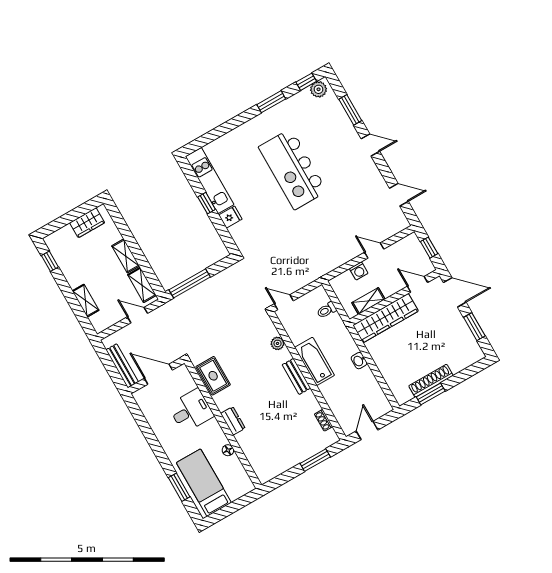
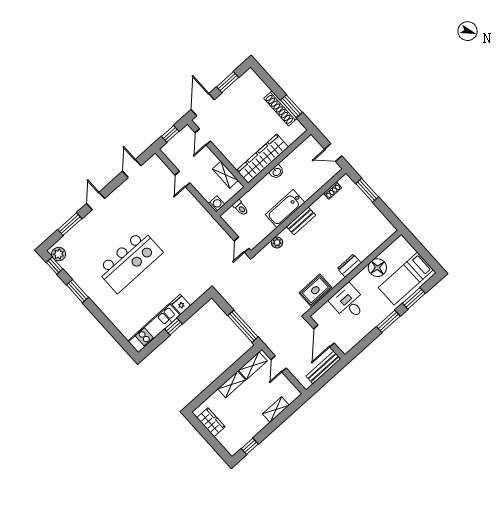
washing machine: (359, 271) -> (217, 204), moved
wardrobe: (386, 318) -> (262, 159), moved, turned -90
floor lamp: (228, 450) -> (377, 268), width x1.89, depth x1.89
window: (159, 452) -> (388, 321), added

